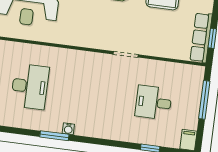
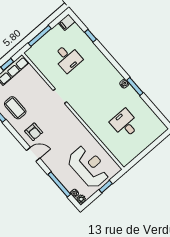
desk: (30, 86) -> (125, 124), width x0.73

